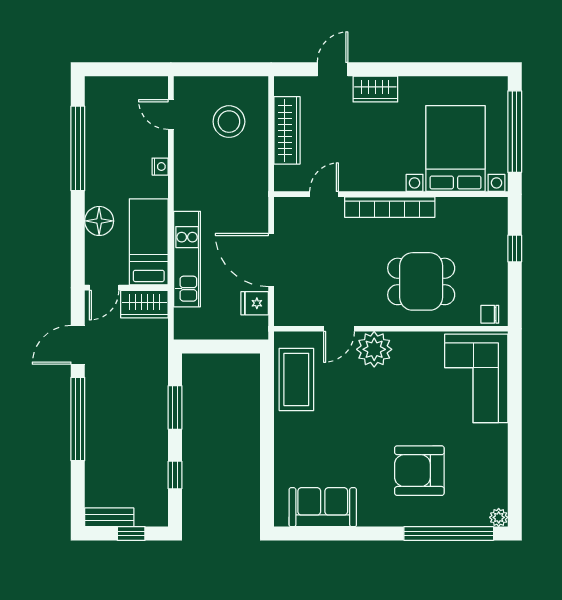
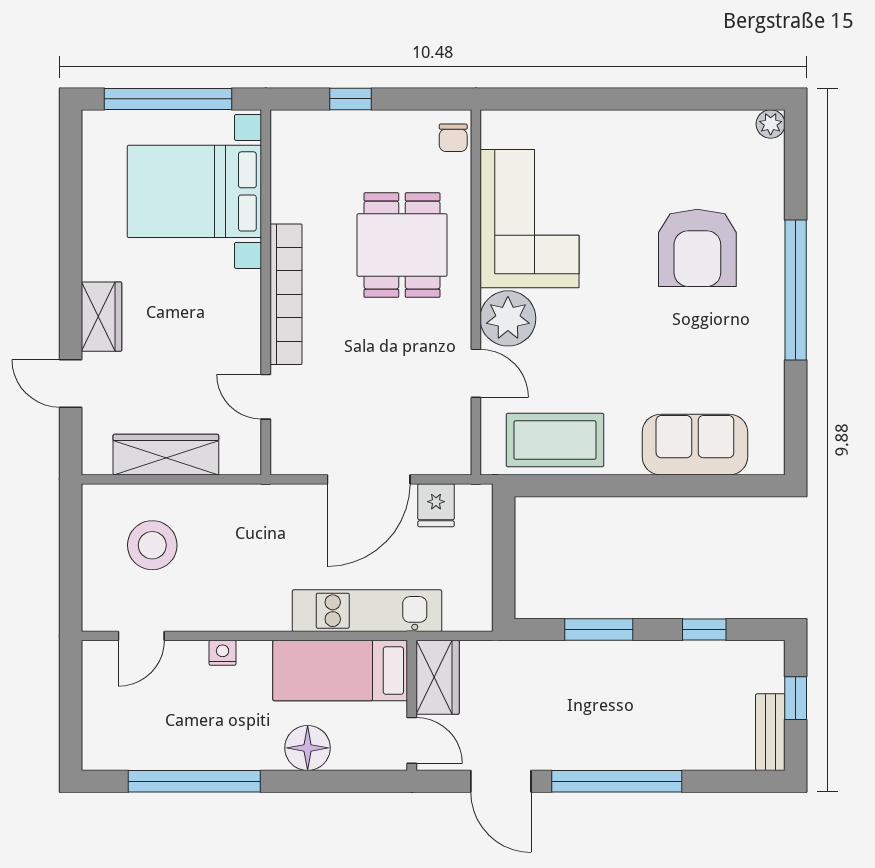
corner sofa: (476, 378) -> (529, 219), moved, turned -90
sofa: (323, 507) -> (695, 445), moved, turned 90
window: (449, 534) -> (796, 290), moved

